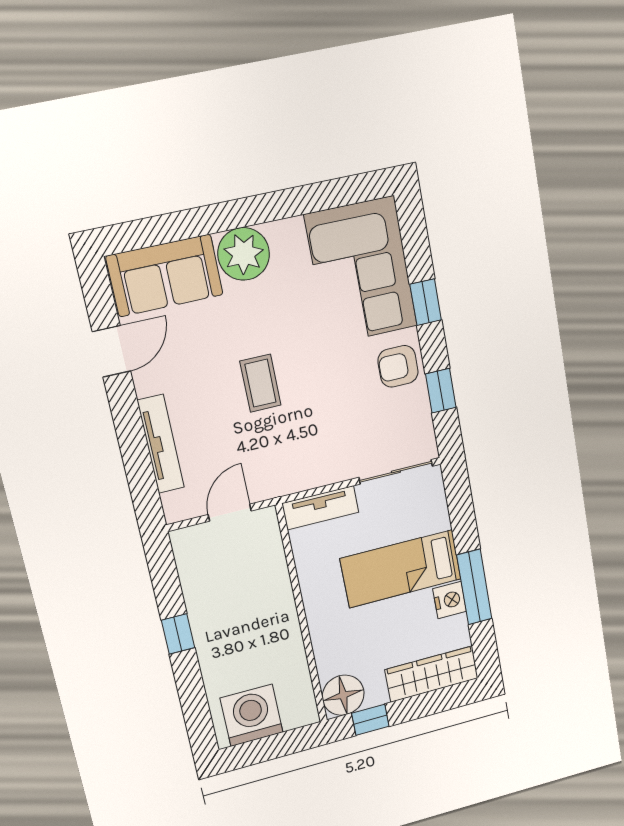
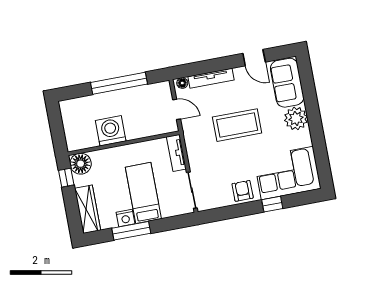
coffee table: (260, 383) -> (237, 125), width x1.86, depth x1.72
window: (441, 391) -> (230, 212), removed
floor lamp: (173, 504) -> (182, 83), added
window: (178, 634) -> (119, 83), width x3.17
washing machine: (252, 715) -> (111, 131), moved, turned -90

